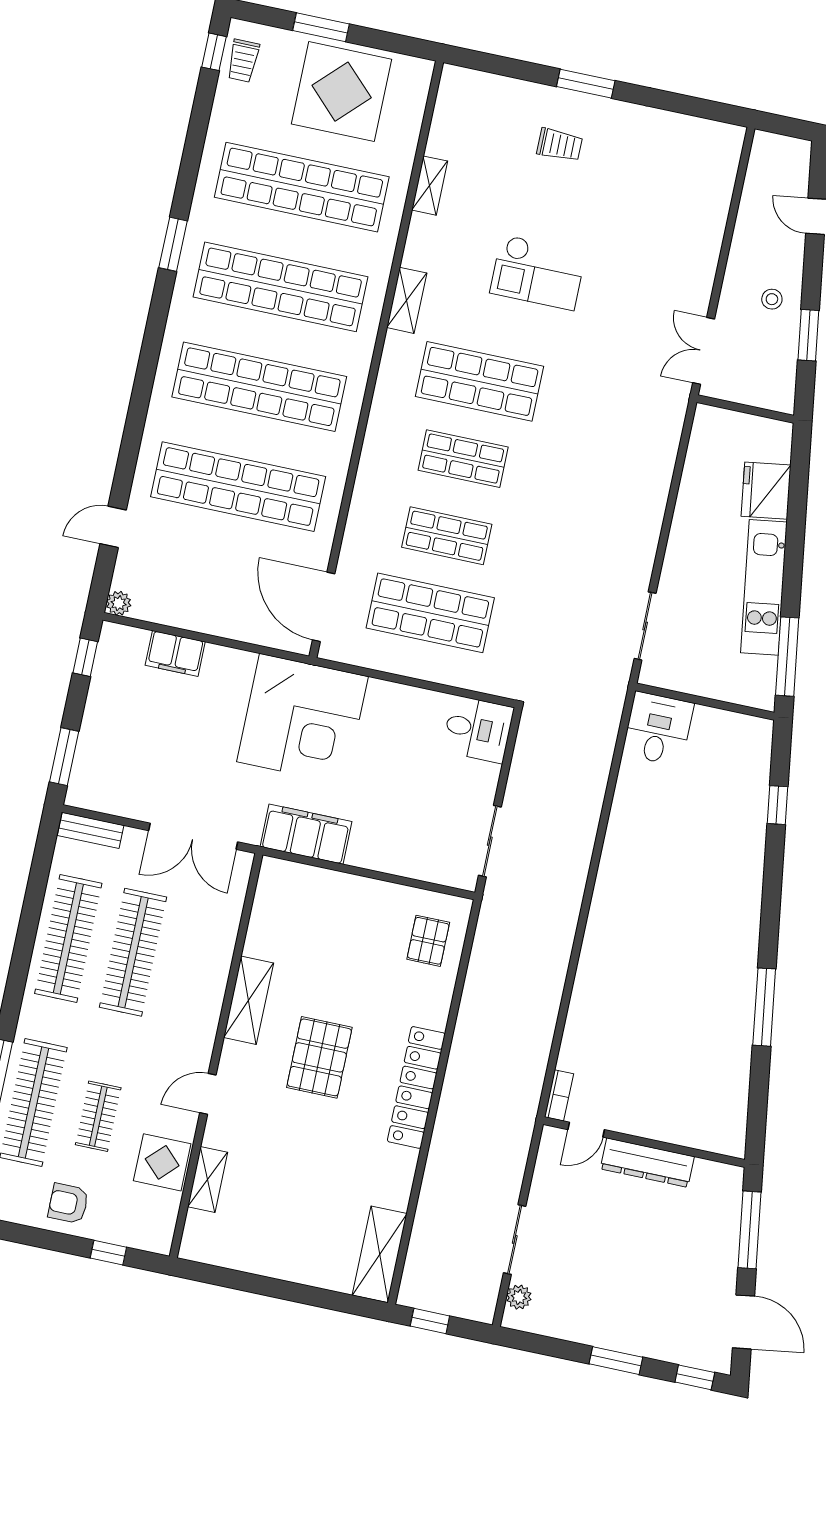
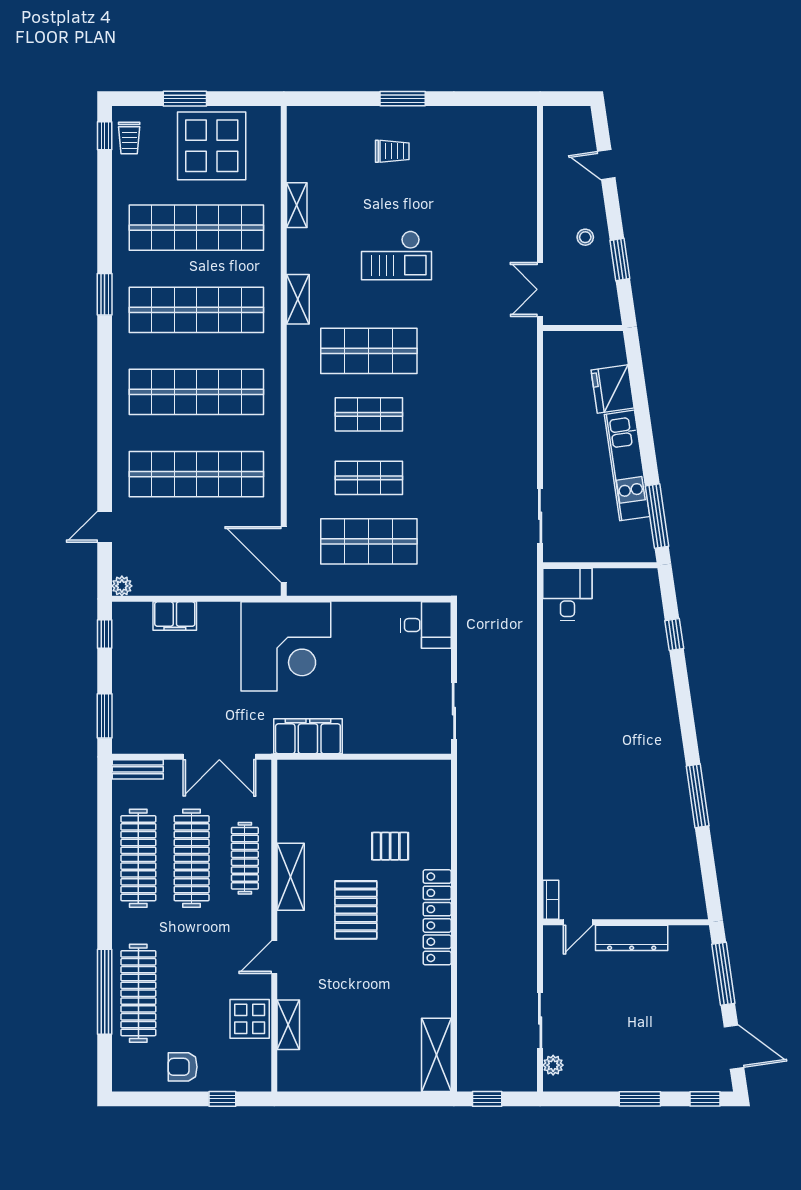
pallet: (428, 941) -> (390, 846), moved, turned 90
clothes rail: (98, 1116) -> (245, 858), moved, width x1.36

